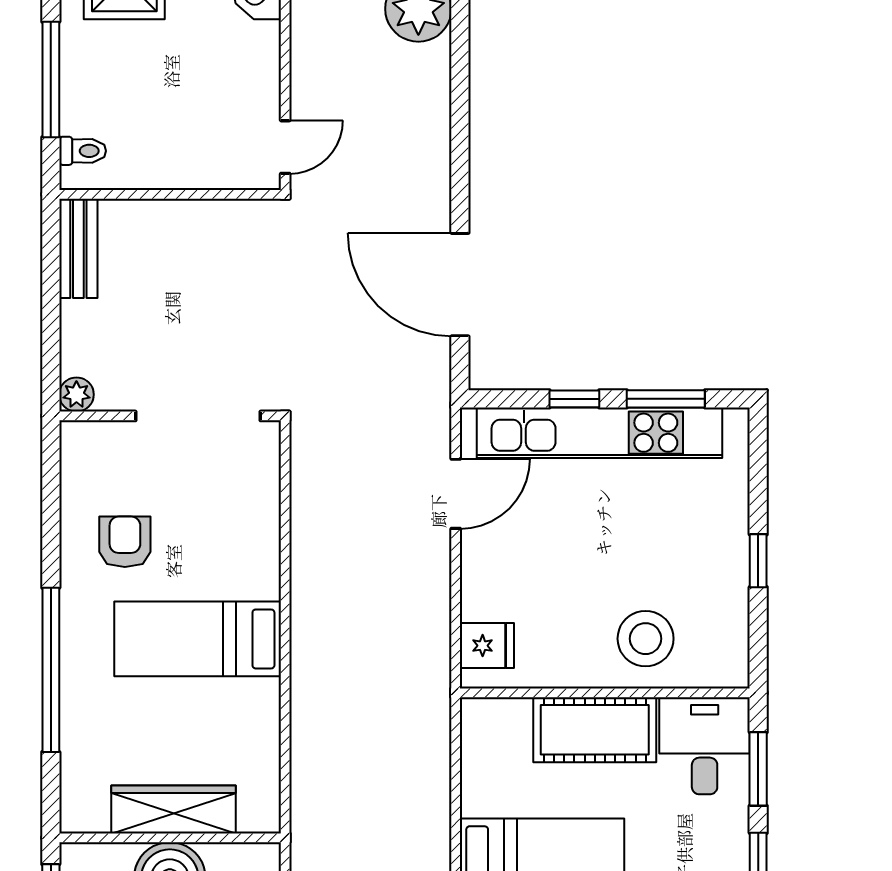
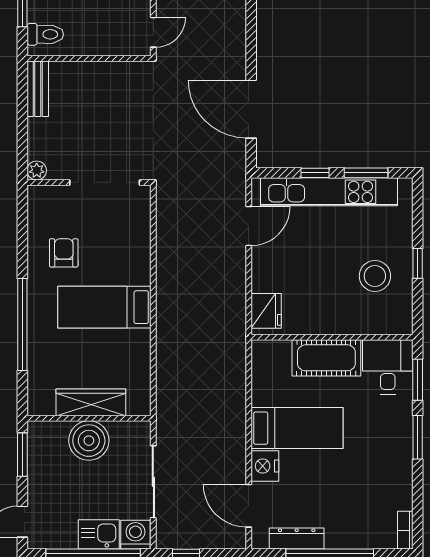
toilet: (83, 151) -> (45, 34), width x1.37, depth x1.39
stool: (646, 639) -> (375, 276), moved
fridge: (487, 646) -> (266, 311), width x1.38

